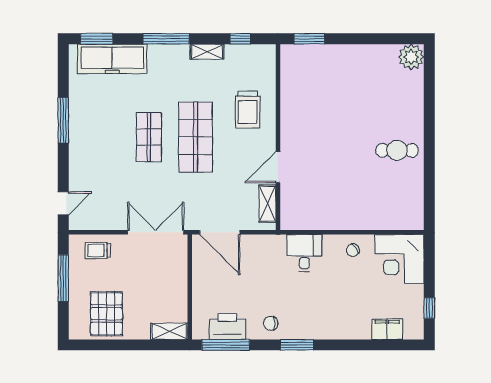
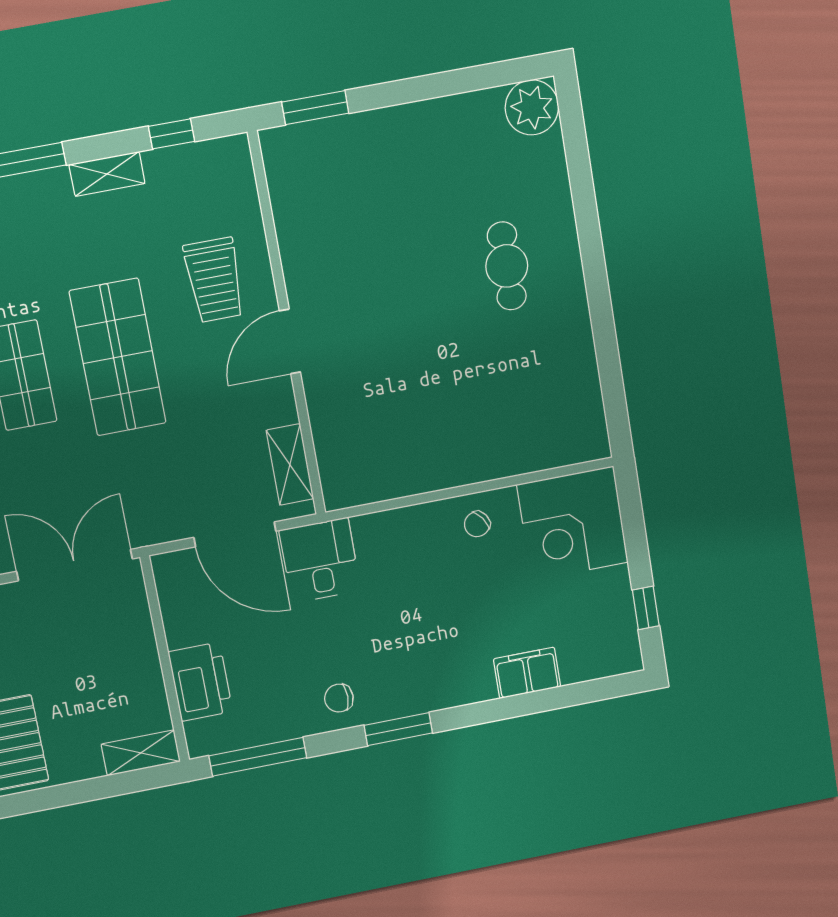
cafe table: (397, 150) -> (507, 266), moved, turned 90
door: (278, 167) -> (290, 341), moved
door: (220, 232) -> (235, 534), moved
desk: (304, 253) -> (320, 560), moved
printer: (227, 327) -> (201, 682), moved, turned 90
filing cabinet: (387, 329) -> (527, 673), moved

